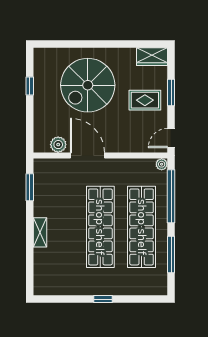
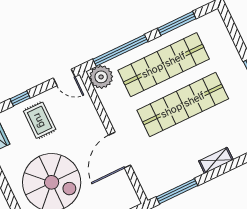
window: (171, 93) -> (20, 98), width x0.67
plant: (58, 145) -> (123, 183), removed
plant: (162, 164) -> (101, 77), width x1.88, depth x1.88
window: (30, 187) -> (177, 191), width x1.44

